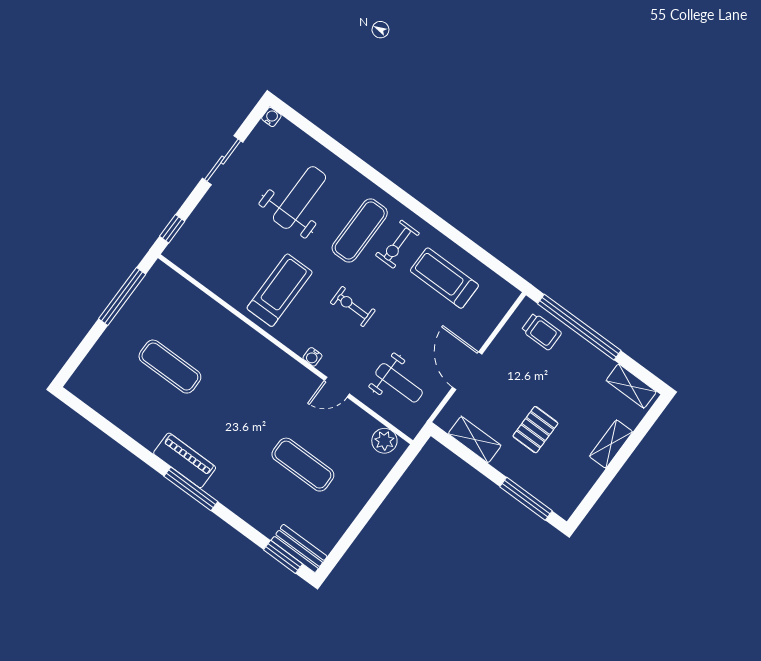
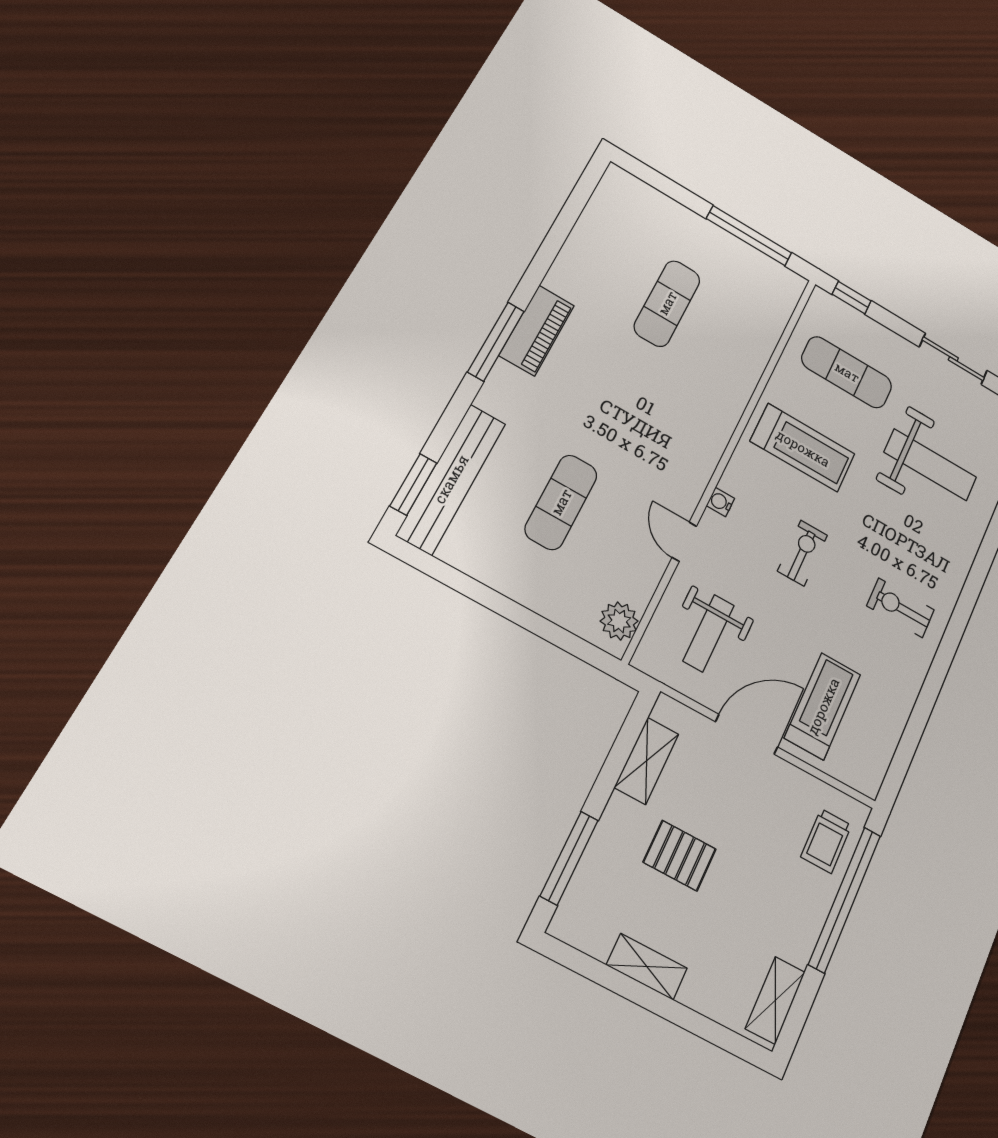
exercise mat: (360, 231) -> (847, 372), moved
treadmill: (444, 278) -> (823, 706), moved
shelving: (611, 444) -> (647, 967), moved
bench: (299, 548) -> (451, 479), width x1.86, depth x1.21

